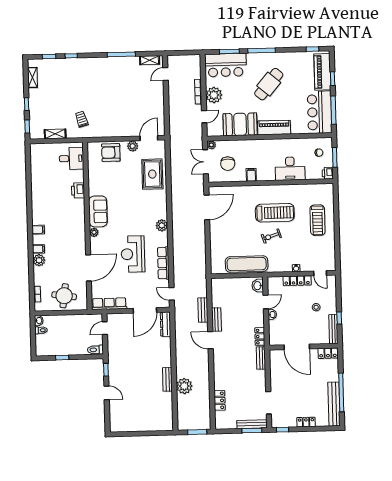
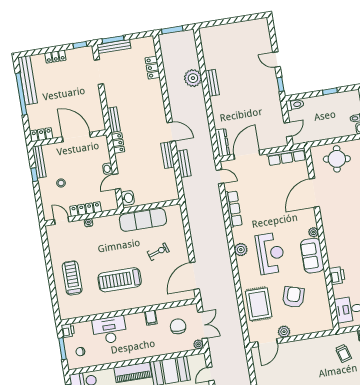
armchair: (111, 153) -> (293, 297), moved, turned -73
exercise bike: (271, 236) -> (158, 252), moved
reception desk: (133, 254) -> (270, 253), moved

